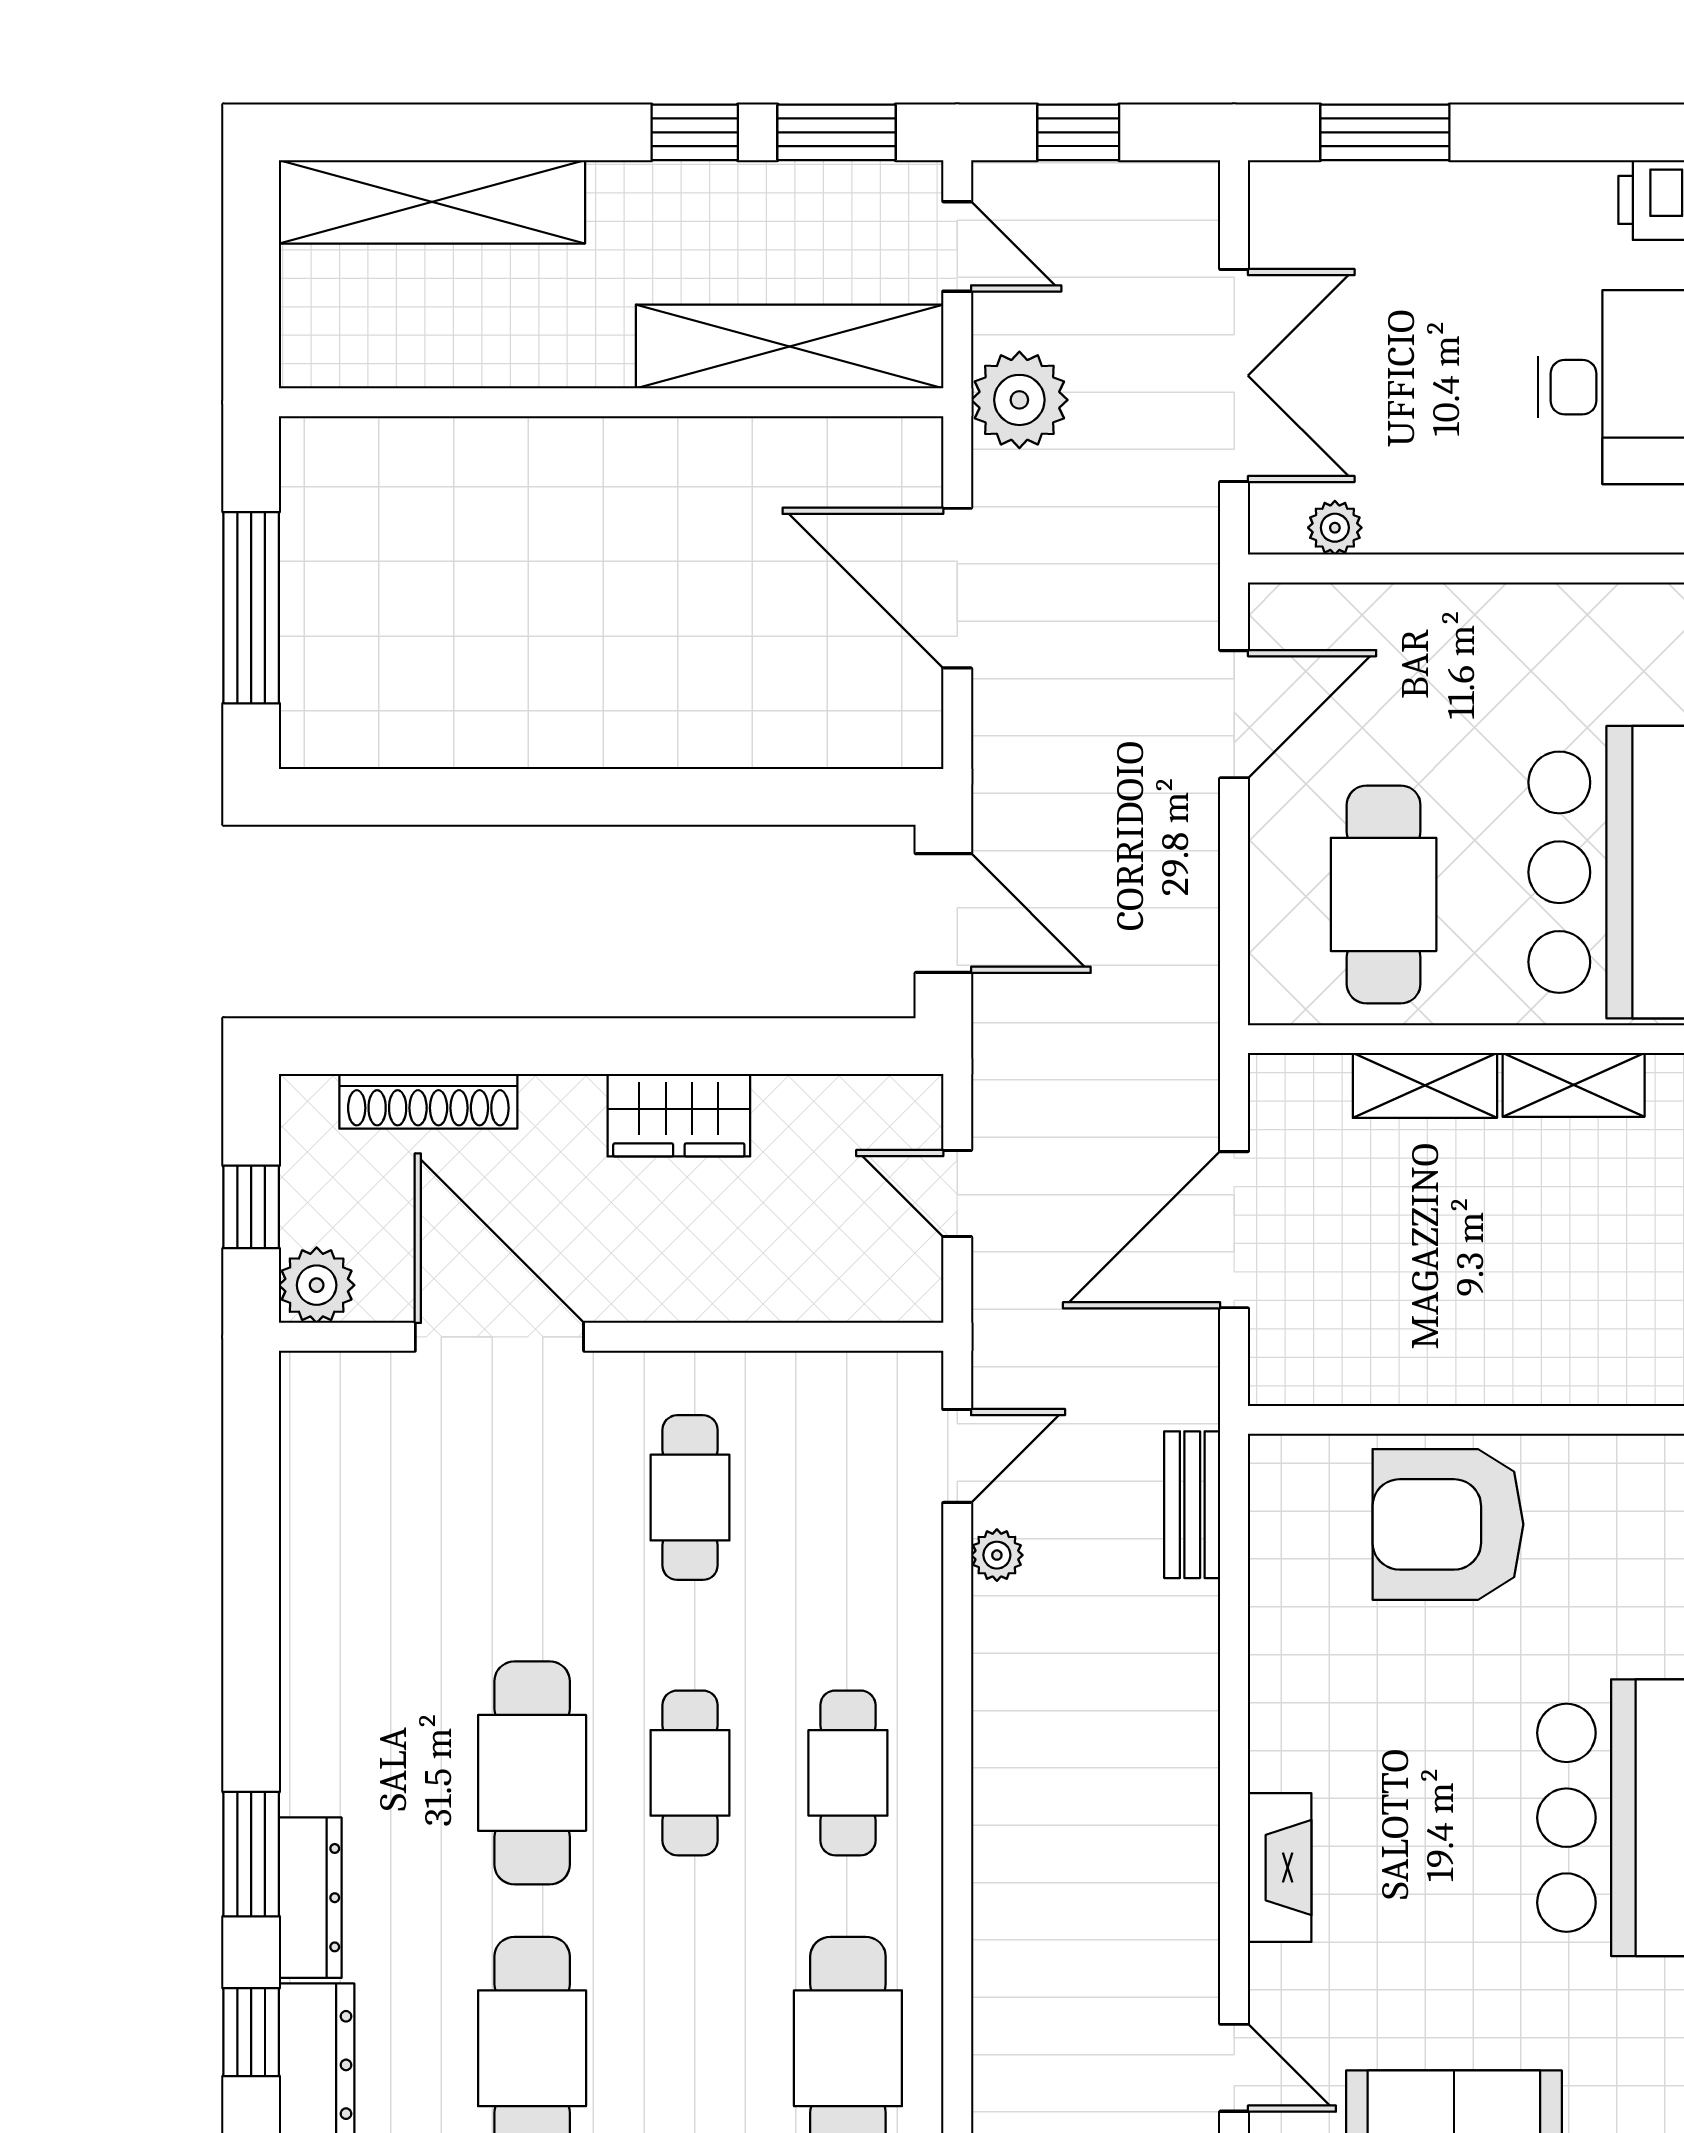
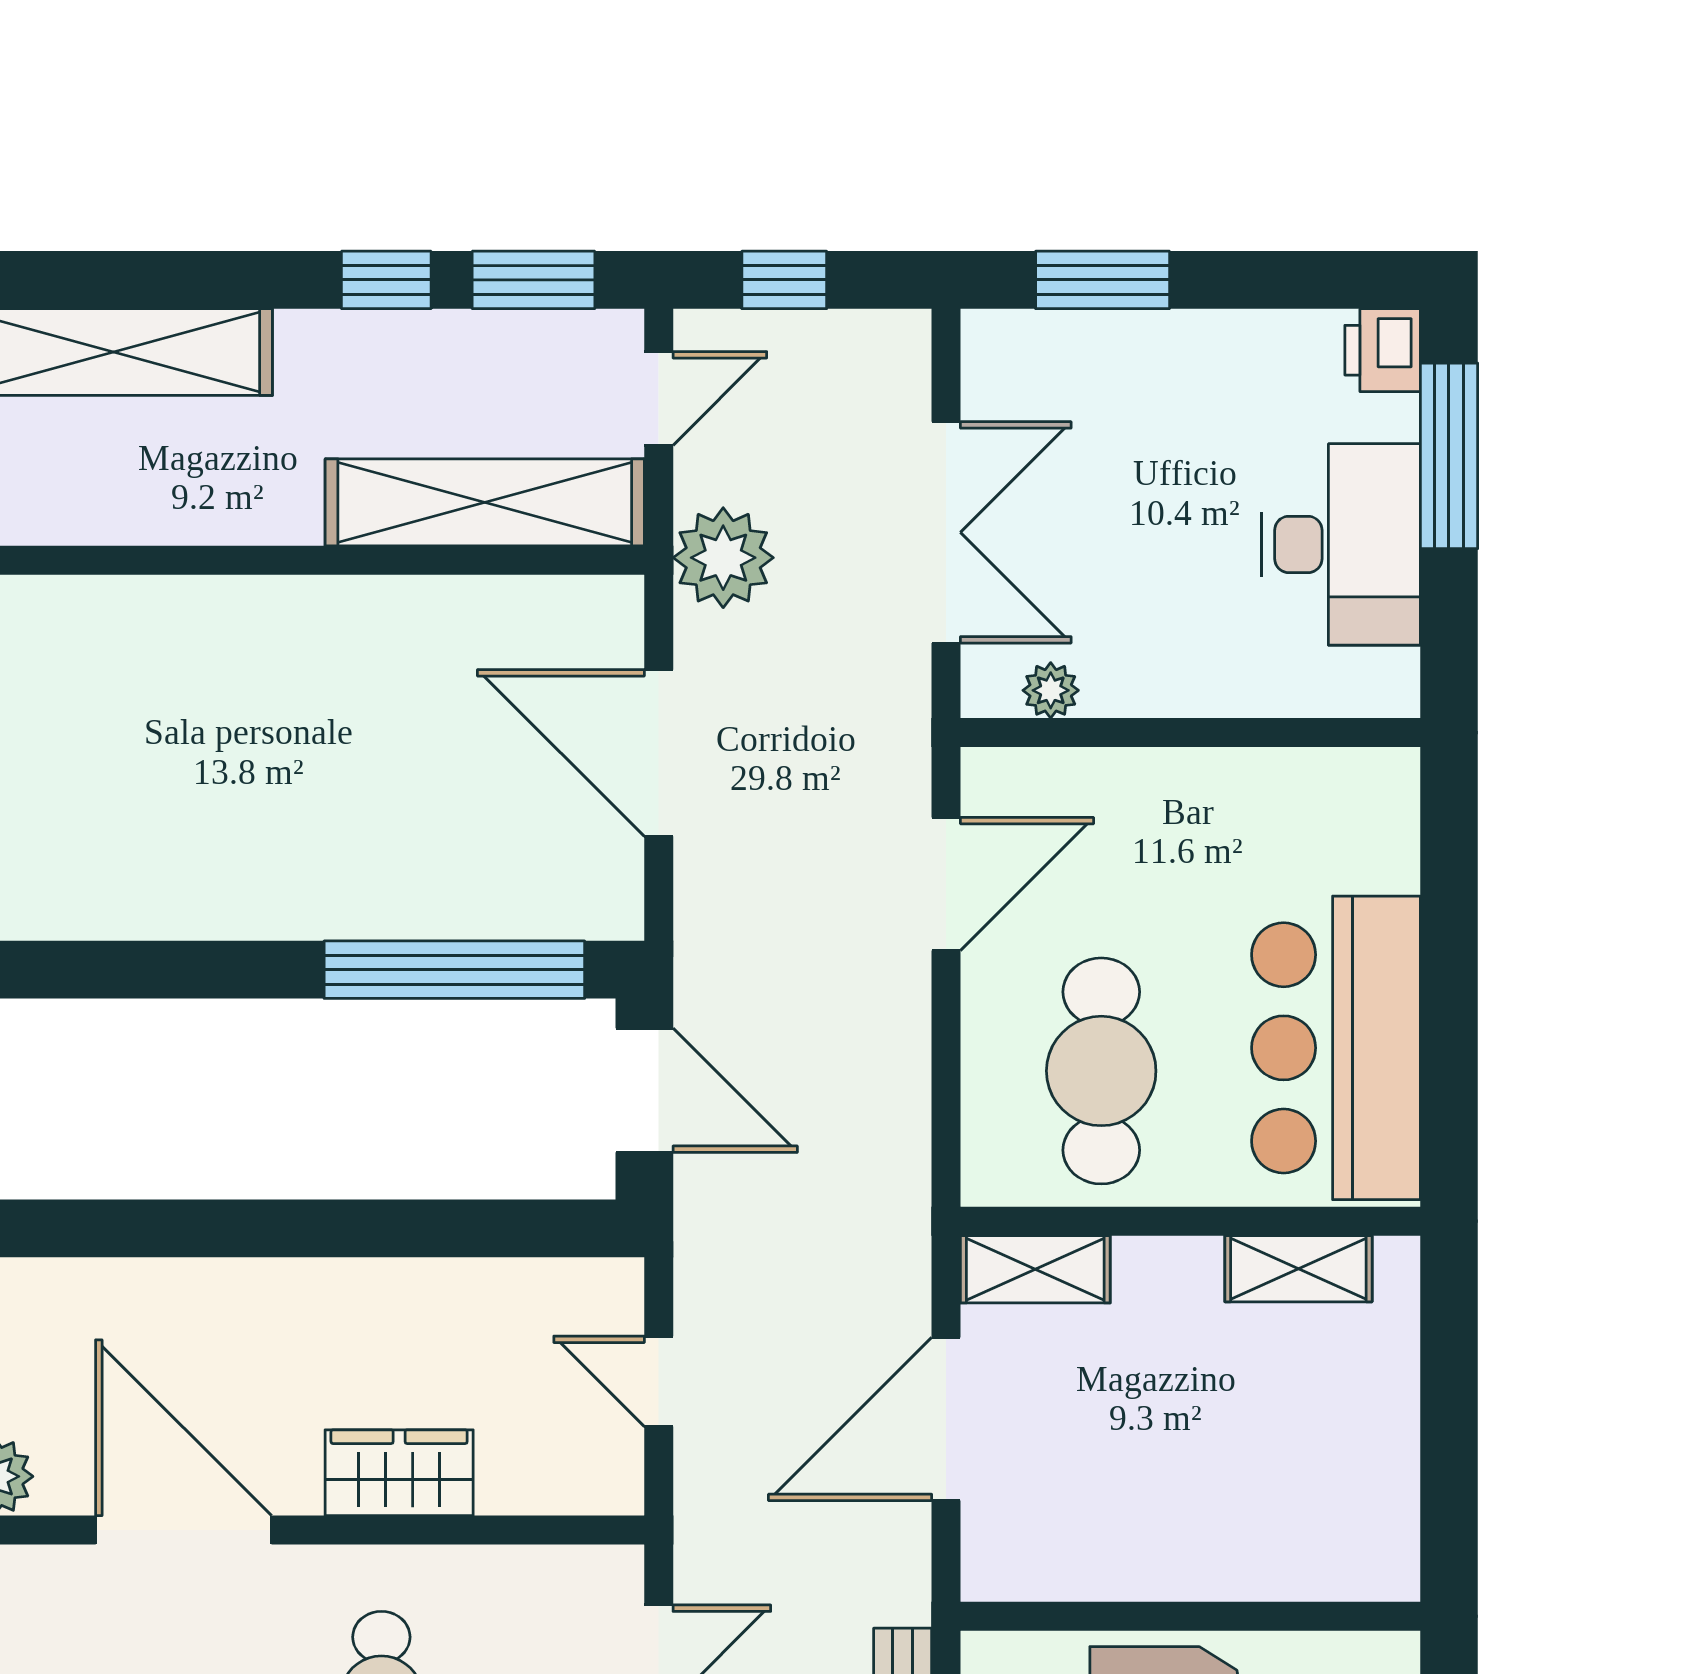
door: (957, 246) -> (659, 398), hinge flipped
window: (760, 797) -> (454, 970), added
shelving: (1425, 1085) -> (1035, 1269), moved
shoe rack: (428, 1101) -> (110, 1286), removed
wardrobe: (679, 1115) -> (399, 1473), moved, turned 180

